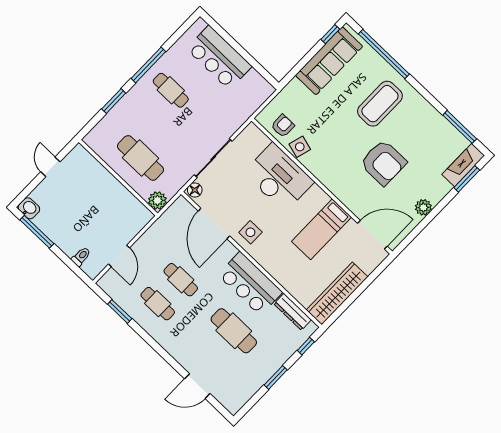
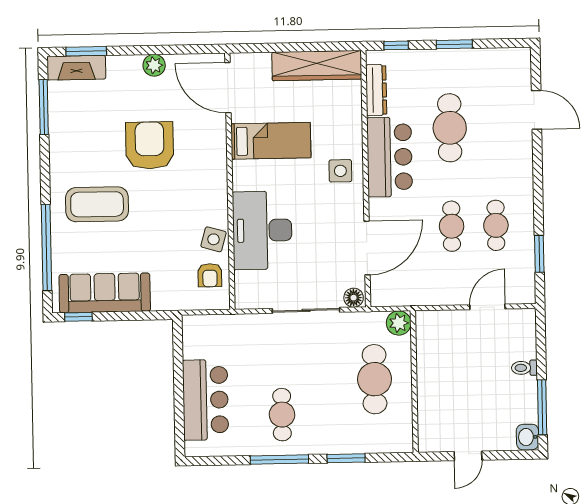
armchair: (283, 126) -> (210, 275), turned -90
side table: (250, 232) -> (340, 171), moved
toilet: (81, 257) -> (524, 368), moved

